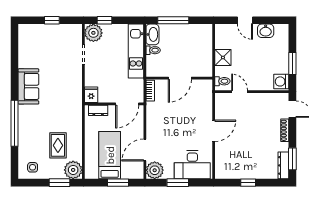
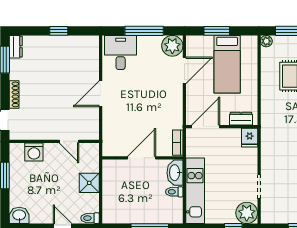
washbasin: (266, 31) -> (19, 215), moved
washbasin: (152, 34) -> (175, 173), moved
toilet: (222, 81) -> (90, 218), moved
washing machine: (281, 81) -> (34, 152), moved, turned 90
desk: (192, 165) -> (121, 52), width x0.73
dresser: (283, 165) -> (16, 47), width x0.70
plant: (73, 170) -> (266, 41), width x0.53, depth x0.53
window: (178, 183) -> (144, 31), width x1.44

